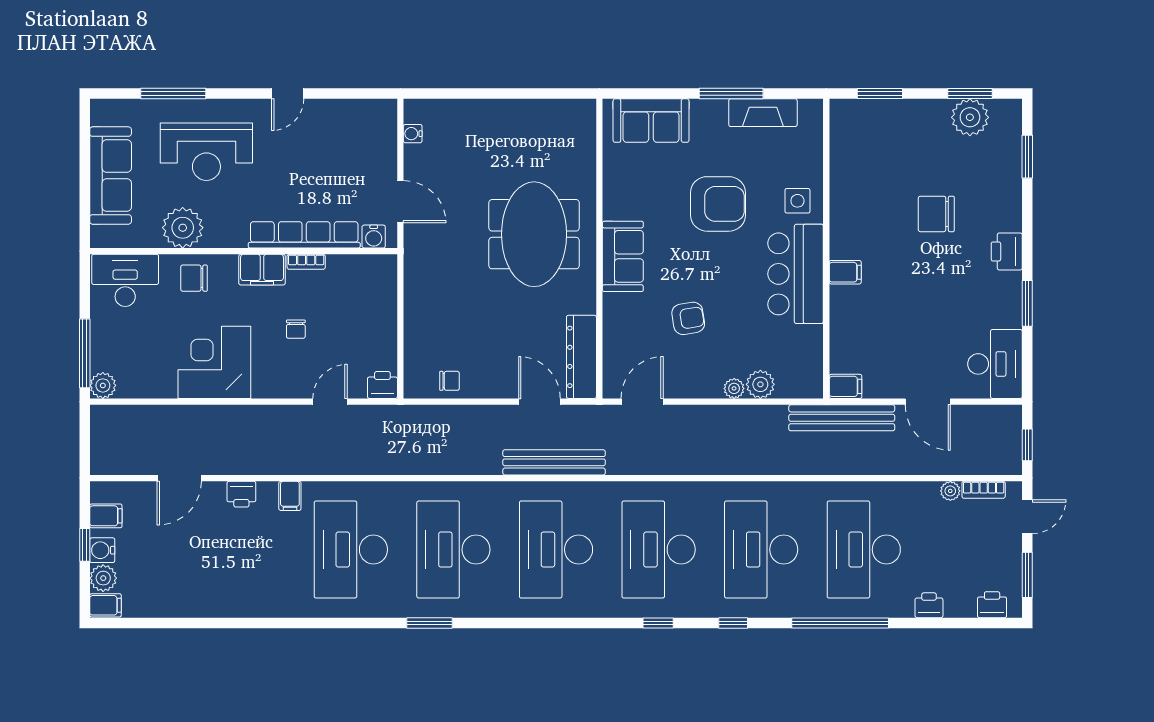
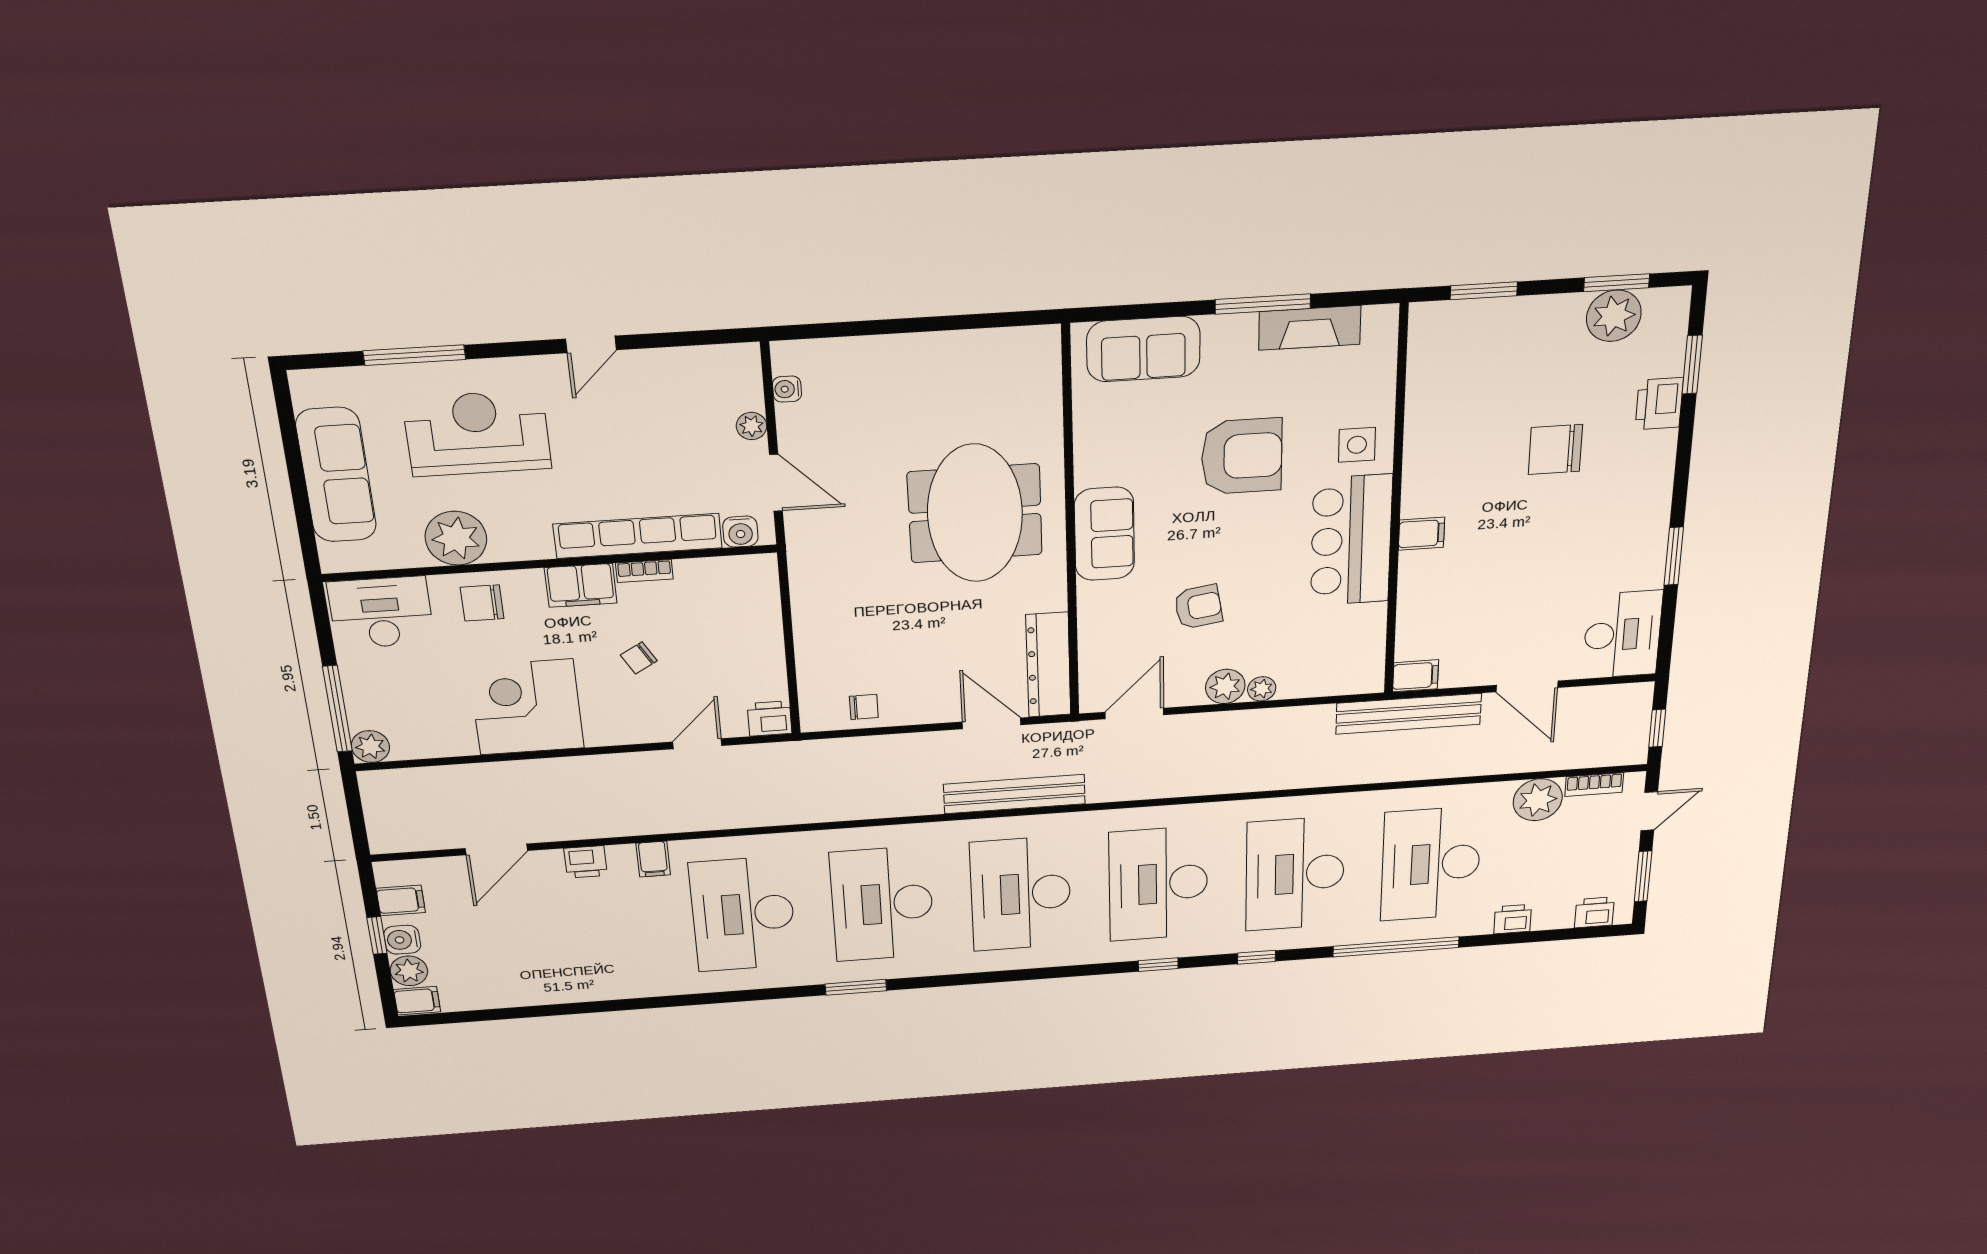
reception desk: (206, 152) -> (477, 433), turned 180
plant: (387, 159) -> (752, 426), added
printer: (1007, 251) -> (1659, 404), moved
chair: (296, 329) -> (639, 658), turned 60
plant: (760, 384) -> (1225, 686), moved
plant: (950, 491) -> (1538, 800), width x1.88, depth x1.88

